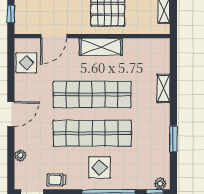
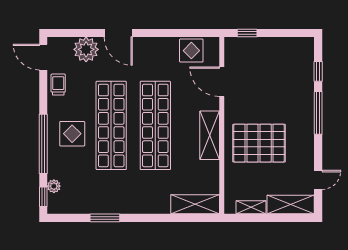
shelving: (163, 88) -> (195, 204), moved, width x1.50, depth x1.33
door: (11, 114) -> (118, 33), moved
plant: (20, 155) -> (86, 49), width x1.88, depth x1.88
plant: (160, 184) -> (54, 186), moved

